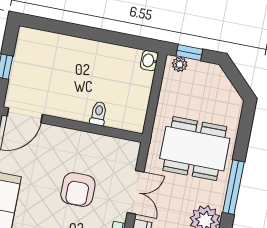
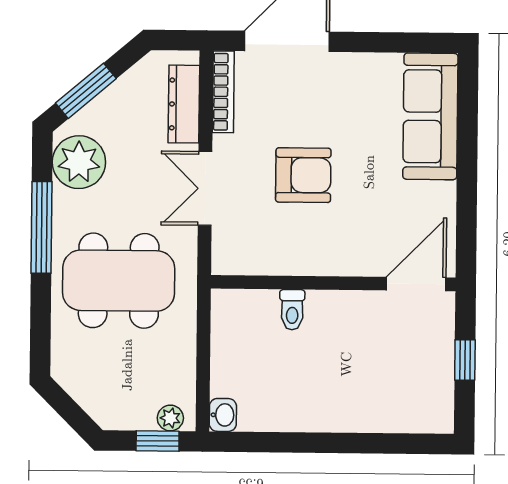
armchair: (78, 190) -> (303, 175), turned 90

